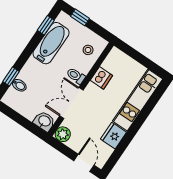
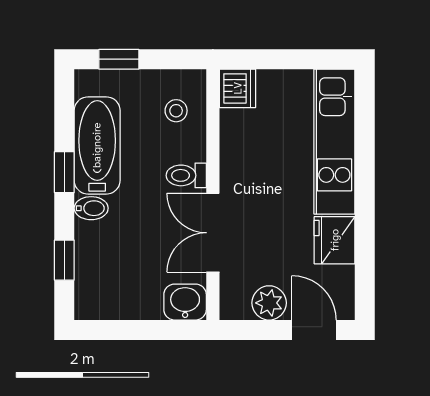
window: (46, 25) -> (64, 172), moved
dishwasher: (101, 78) -> (238, 88), moved
bidet: (19, 85) -> (91, 208), moved
plant: (63, 134) -> (269, 303), moved

